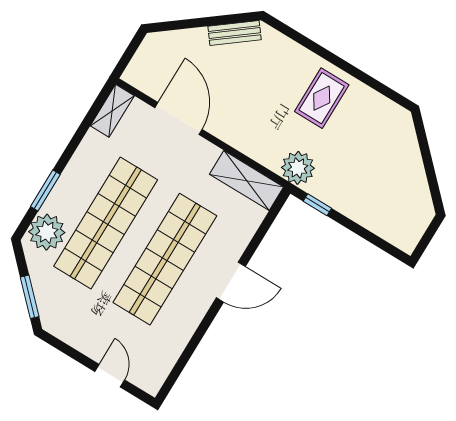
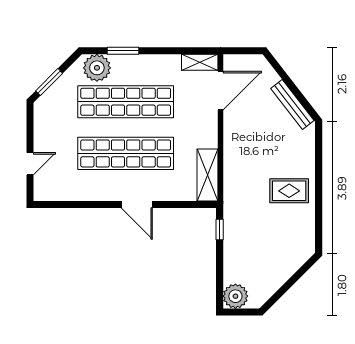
bench: (235, 33) -> (292, 104), width x1.36
door: (178, 119) -> (220, 91), moved
plant: (298, 168) -> (235, 296), moved

